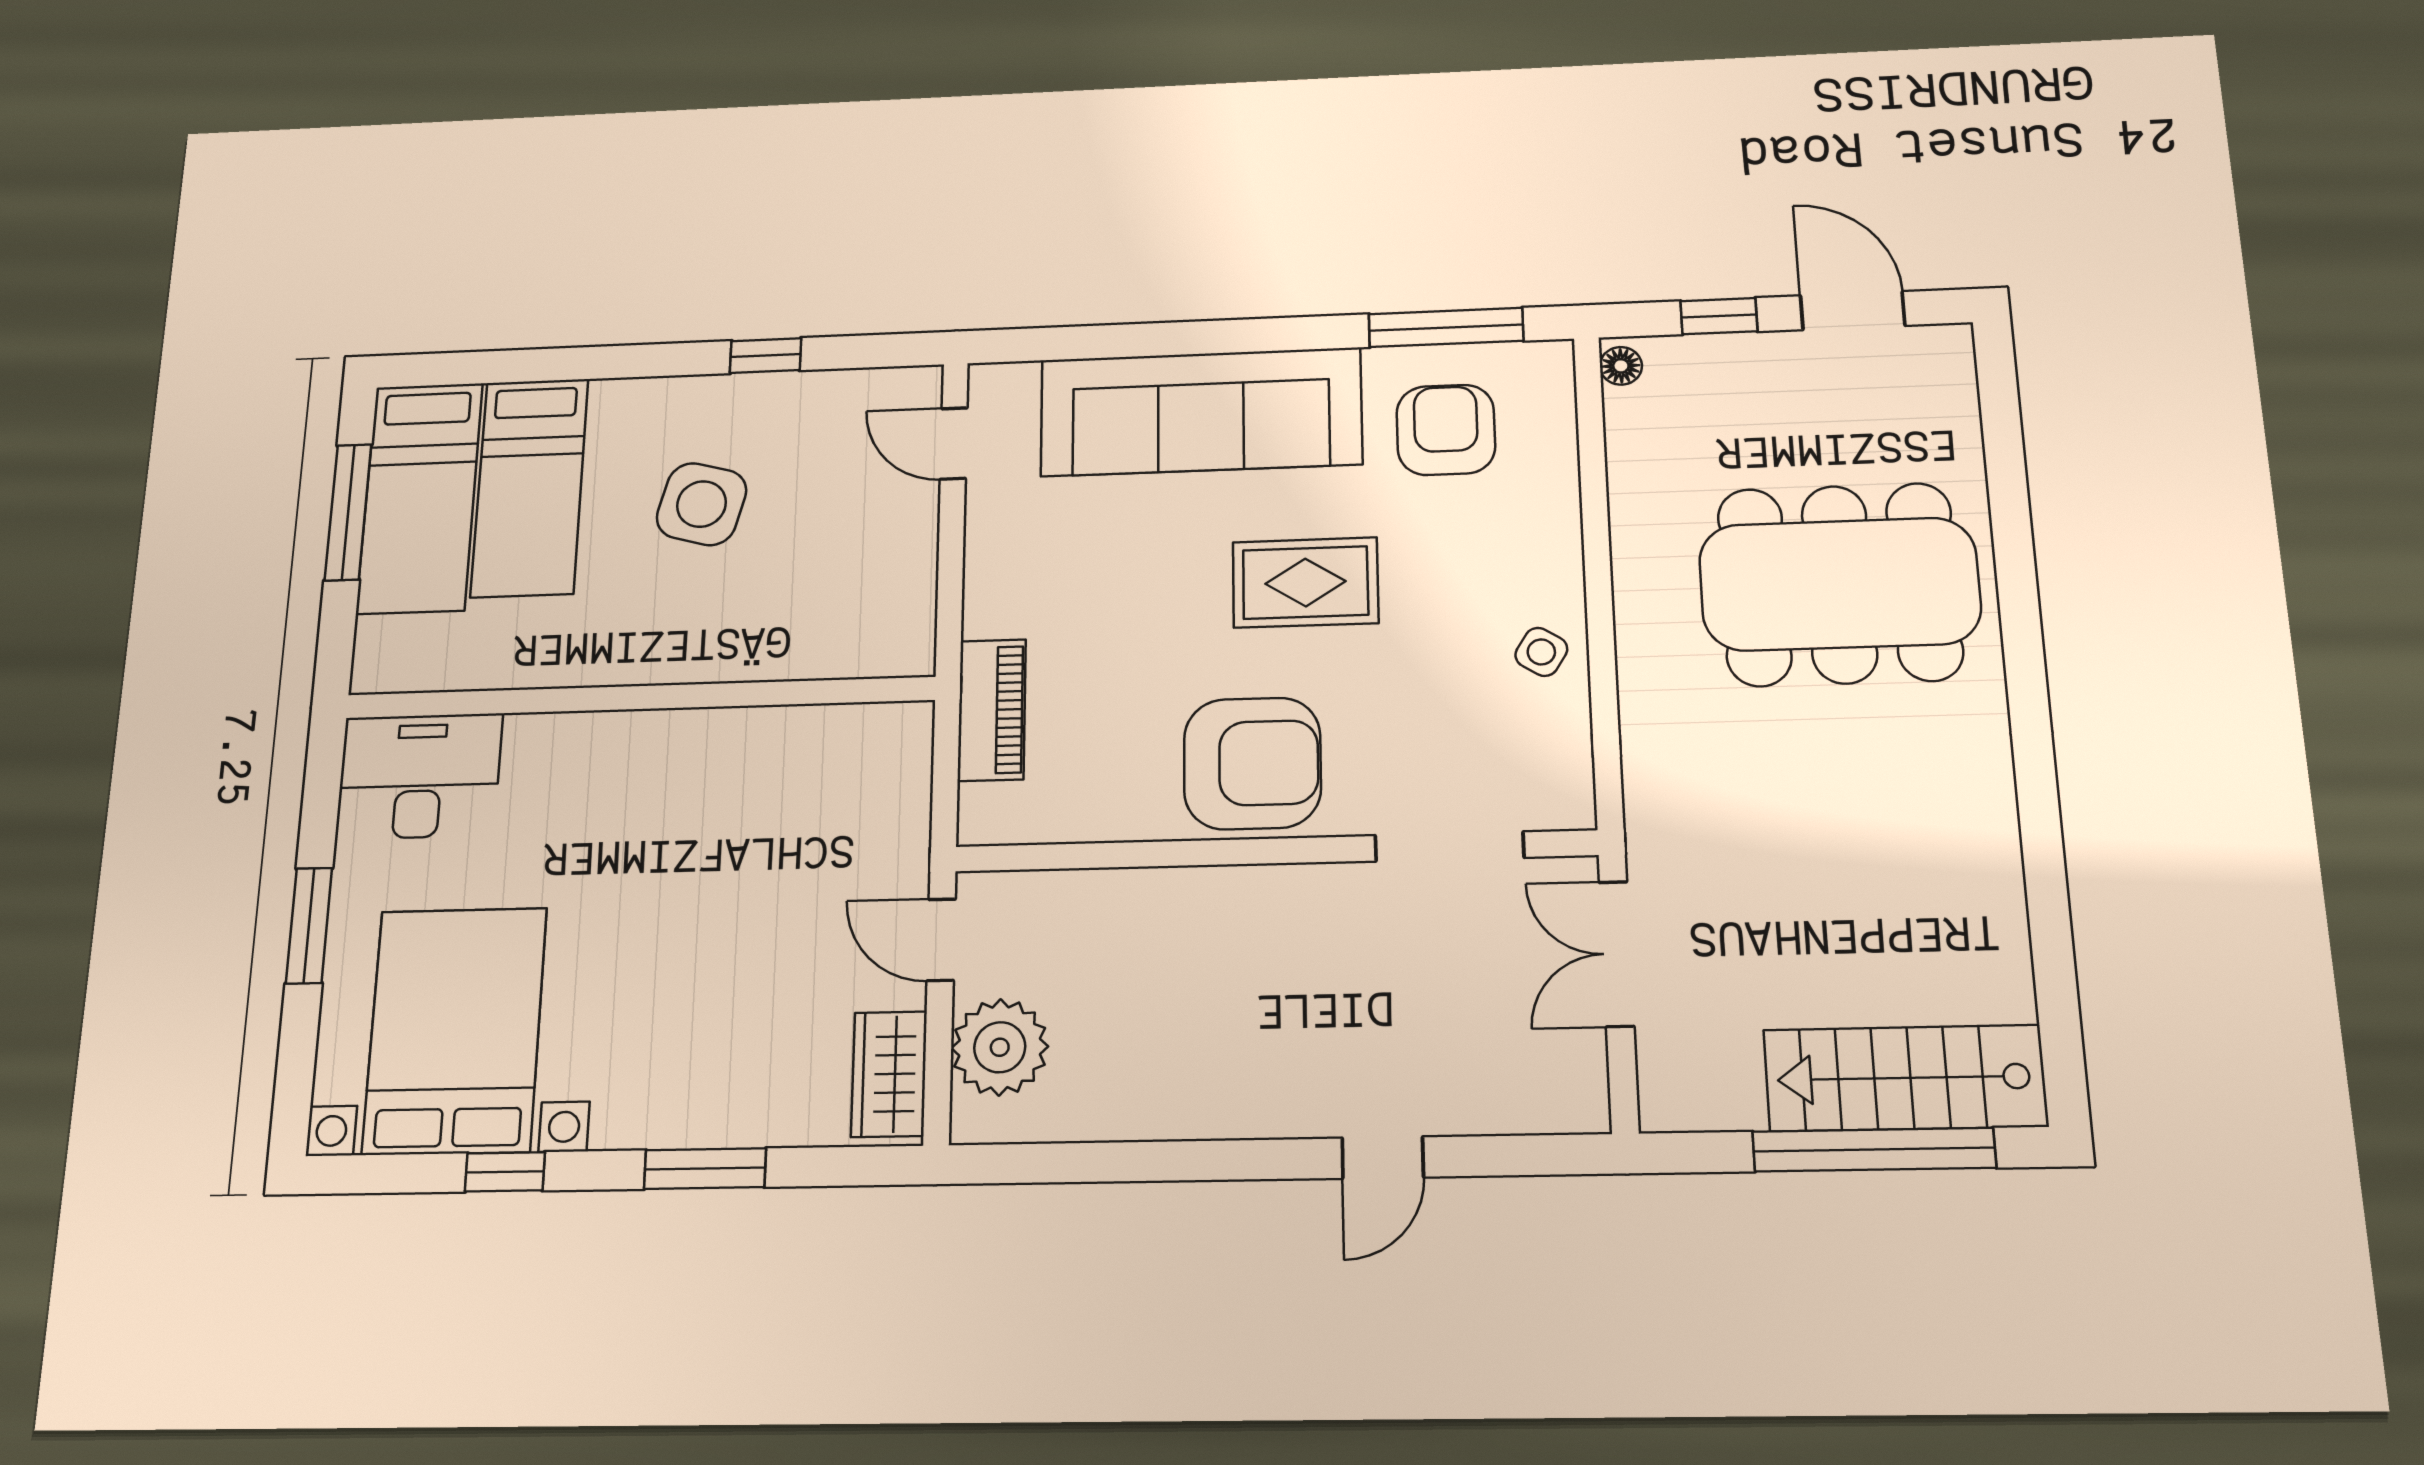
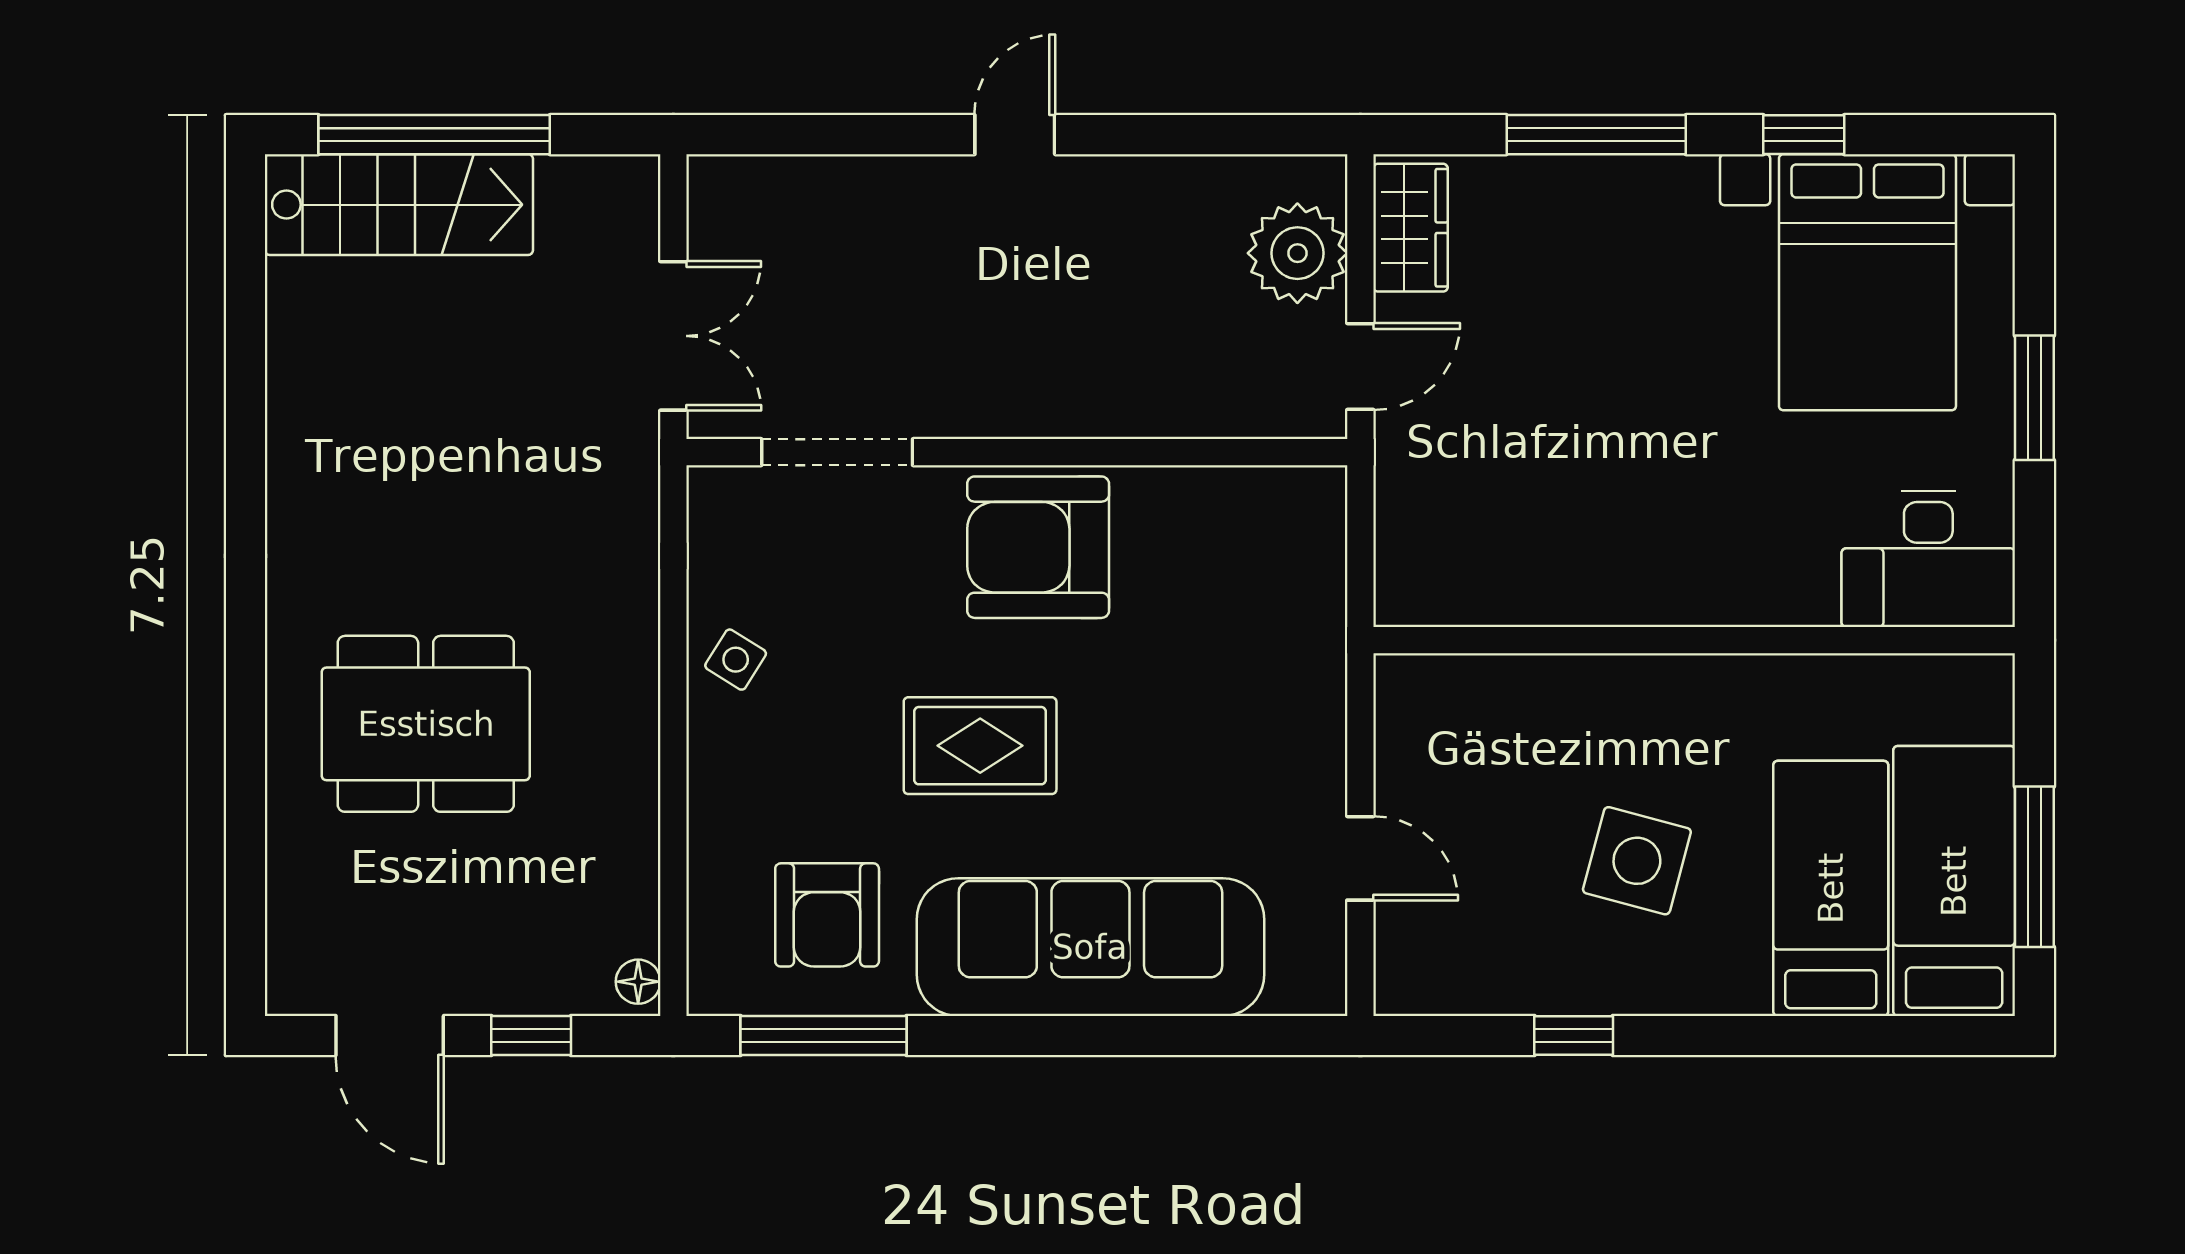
door: (954, 444) -> (1360, 858), moved
dining table: (1839, 584) -> (426, 724), width x0.73, depth x0.80
piano: (992, 710) -> (1313, 614), removed
door: (941, 940) -> (1360, 367), hinge flipped
door: (1383, 1158) -> (1015, 135), moved
window: (705, 1169) -> (1596, 135), width x1.44

